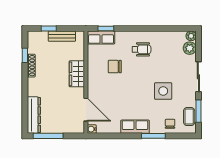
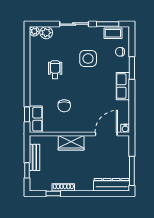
wheelchair: (141, 49) -> (55, 70), moved

